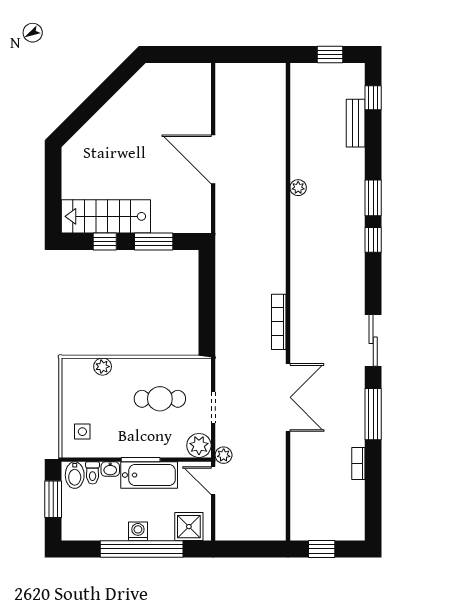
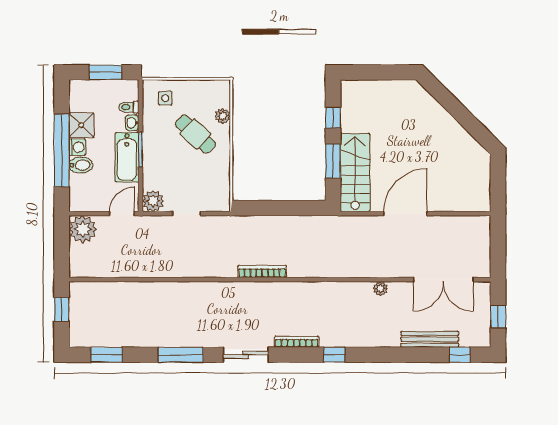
bench: (356, 123) -> (430, 339), width x1.36
window: (373, 198) -> (107, 355), moved
stairs: (106, 216) -> (355, 173), moved
double door: (288, 397) -> (443, 280), moved
cafe table: (160, 399) -> (195, 134), moved, turned -47
plant: (224, 455) -> (83, 229), moved, width x1.88, depth x1.88
bookcase: (358, 463) -> (297, 342), moved, width x1.56
bidet: (75, 475) -> (81, 165), moved, turned 180
shower: (189, 527) -> (81, 125), moved

